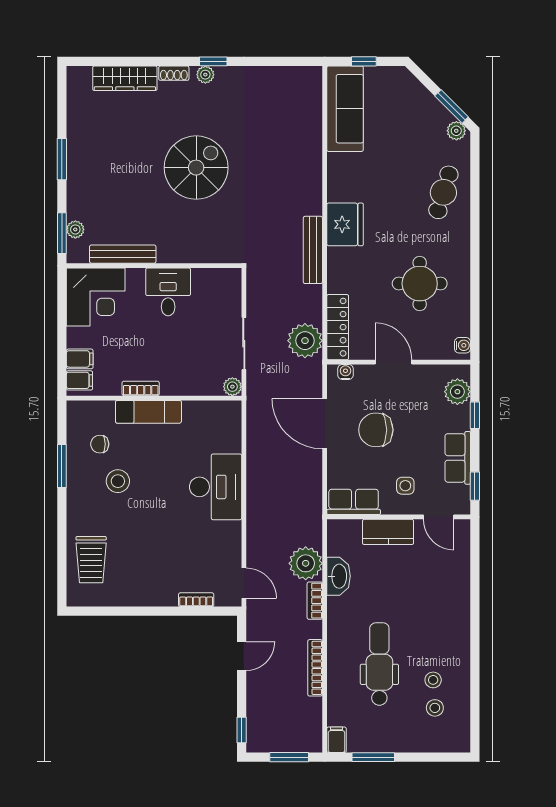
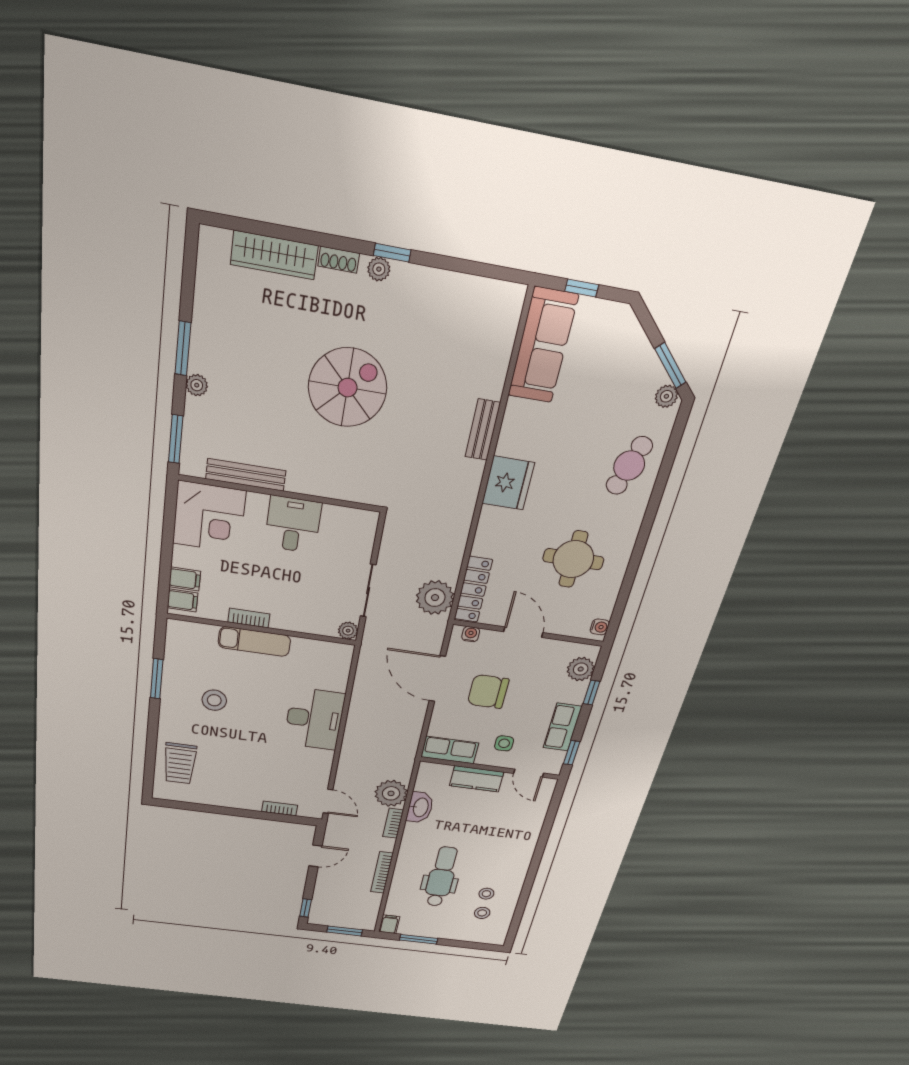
plant: (75, 229) -> (197, 385), moved
bench: (313, 250) -> (483, 430), moved, width x0.73
chair: (100, 444) -> (199, 664), removed

